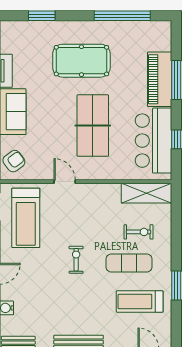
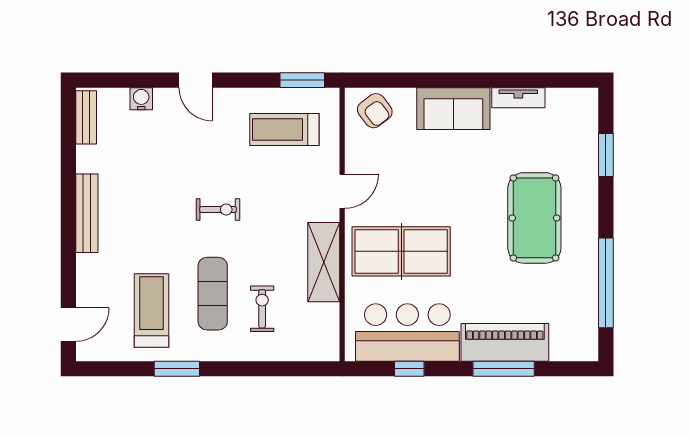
table tennis table: (93, 126) -> (401, 251), moved
shelving: (147, 193) -> (324, 262), moved
treadmill: (26, 218) -> (284, 130), width x0.73, depth x0.73
exercise bike: (139, 232) -> (262, 309), turned 180

